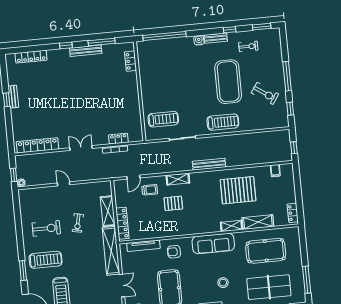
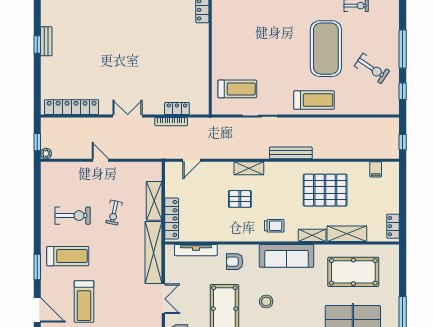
trolley: (150, 190) -> (274, 226), moved
stool: (223, 283) -> (266, 301), moved

